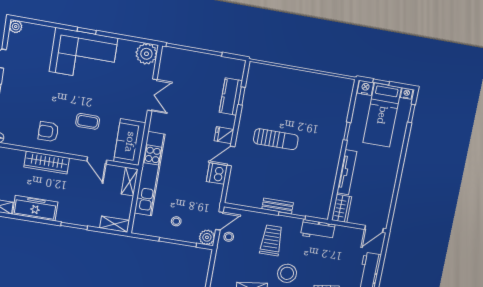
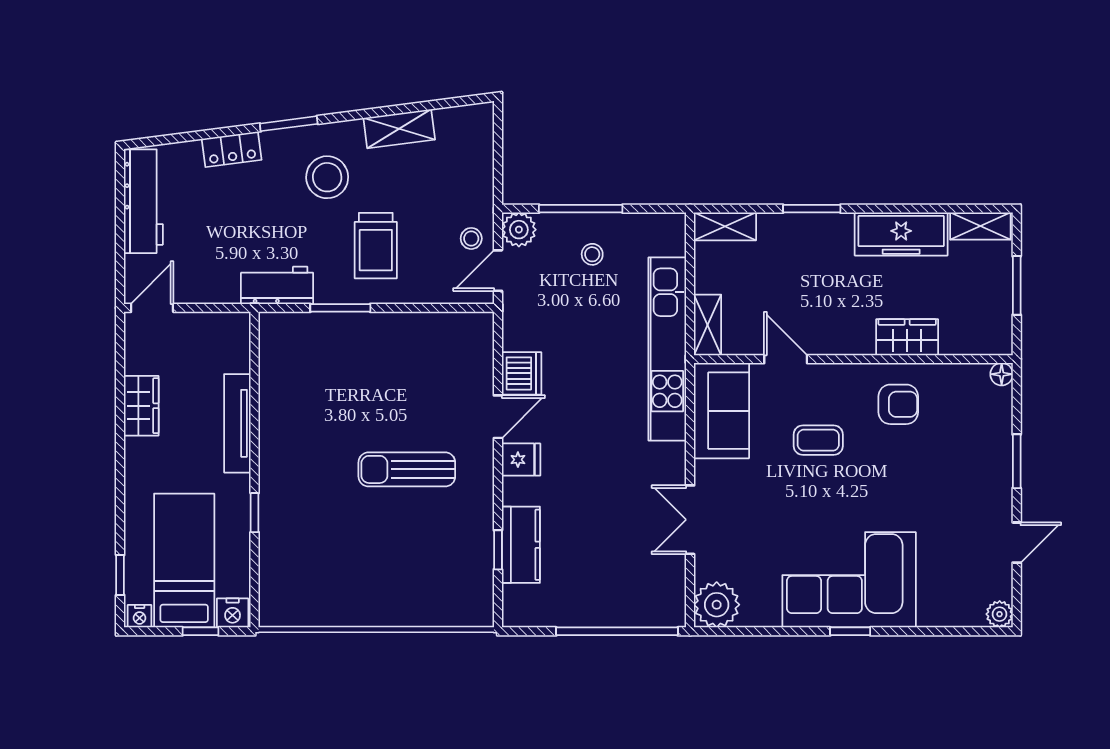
wardrobe: (47, 163) -> (907, 337), width x0.67
bench: (278, 206) -> (376, 324), removed
wardrobe: (342, 208) -> (141, 406), moved, turned 180

